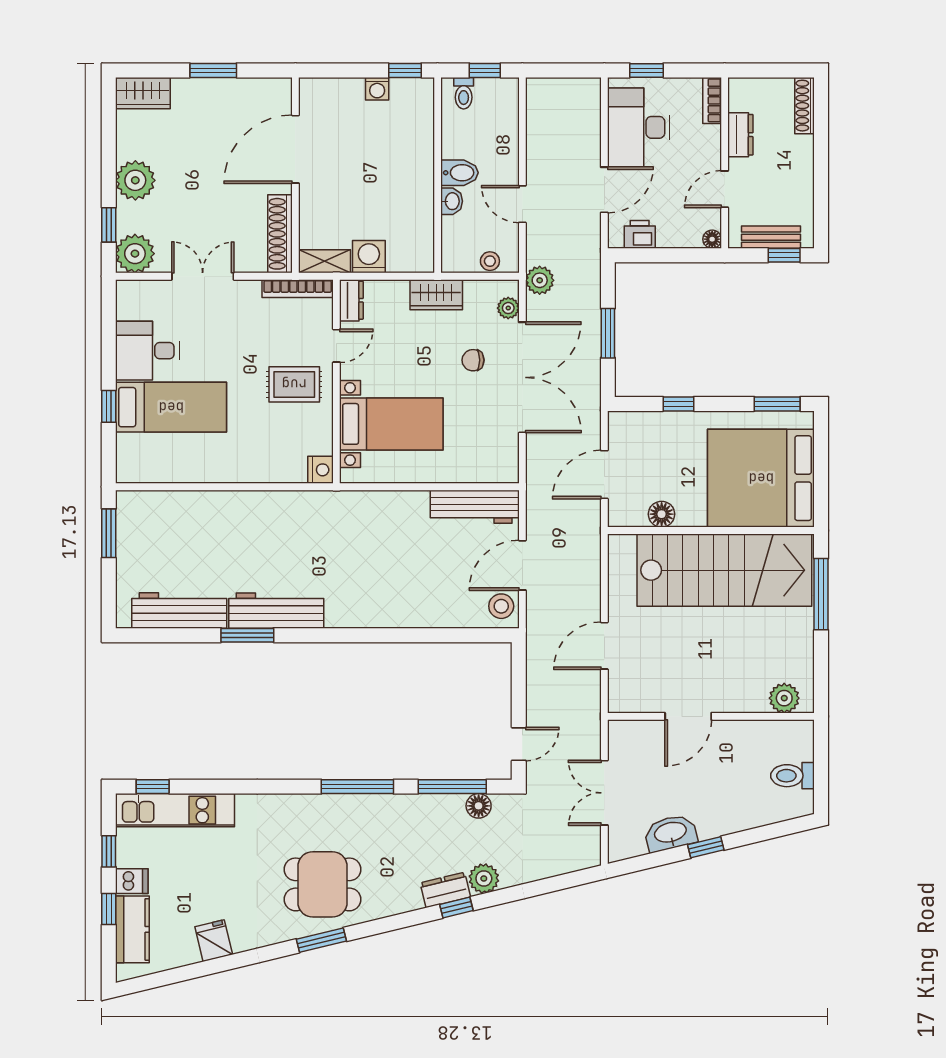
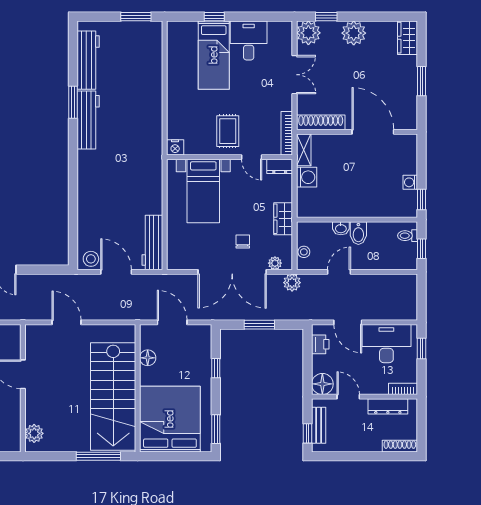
dresser: (740, 135) -> (388, 406), width x1.44
floor lamp: (712, 239) -> (322, 384), width x1.89, depth x1.89

